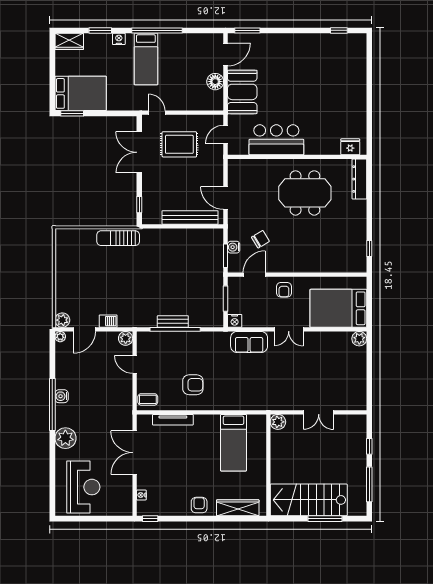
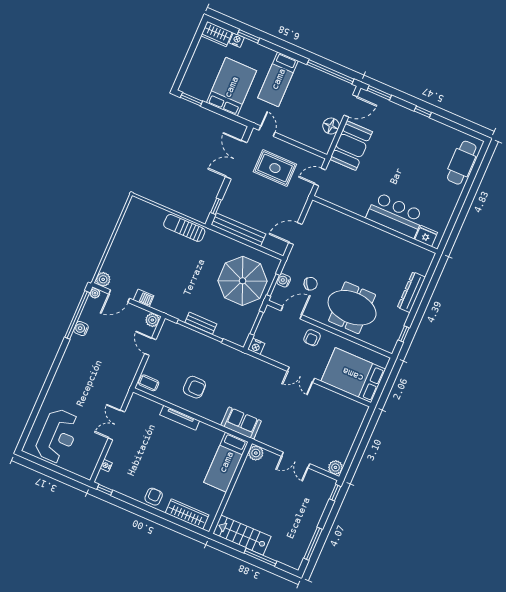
window: (157, 30) -> (330, 72), moved
window: (339, 30) -> (423, 112), moved
nightstand: (119, 39) -> (237, 40), moved
cafe table: (354, 63) -> (462, 163), added
bed: (81, 93) -> (231, 87), moved, turned -90
bar counter: (276, 140) -> (395, 215), moved
dresser: (359, 179) -> (411, 292), moved
meeting table: (305, 193) -> (352, 308), moved
door: (226, 198) -> (295, 234), hinge flipped
bench: (190, 217) -> (238, 229), moved
parasol: (195, 264) -> (243, 281), added
plant: (359, 339) -> (335, 467), moved
sofa: (249, 342) -> (241, 423), moved, turned 180
water cooler: (62, 396) -> (81, 329), moved
window: (52, 405) -> (77, 315), moved
tv unit: (173, 420) -> (180, 418), moved
plant: (65, 438) -> (61, 386), removed
bed: (233, 443) -> (226, 462), moved
window: (369, 446) -> (335, 493), moved
double door: (135, 453) -> (116, 425), width x0.73
stairs: (309, 500) -> (242, 535), width x0.73, depth x0.66

